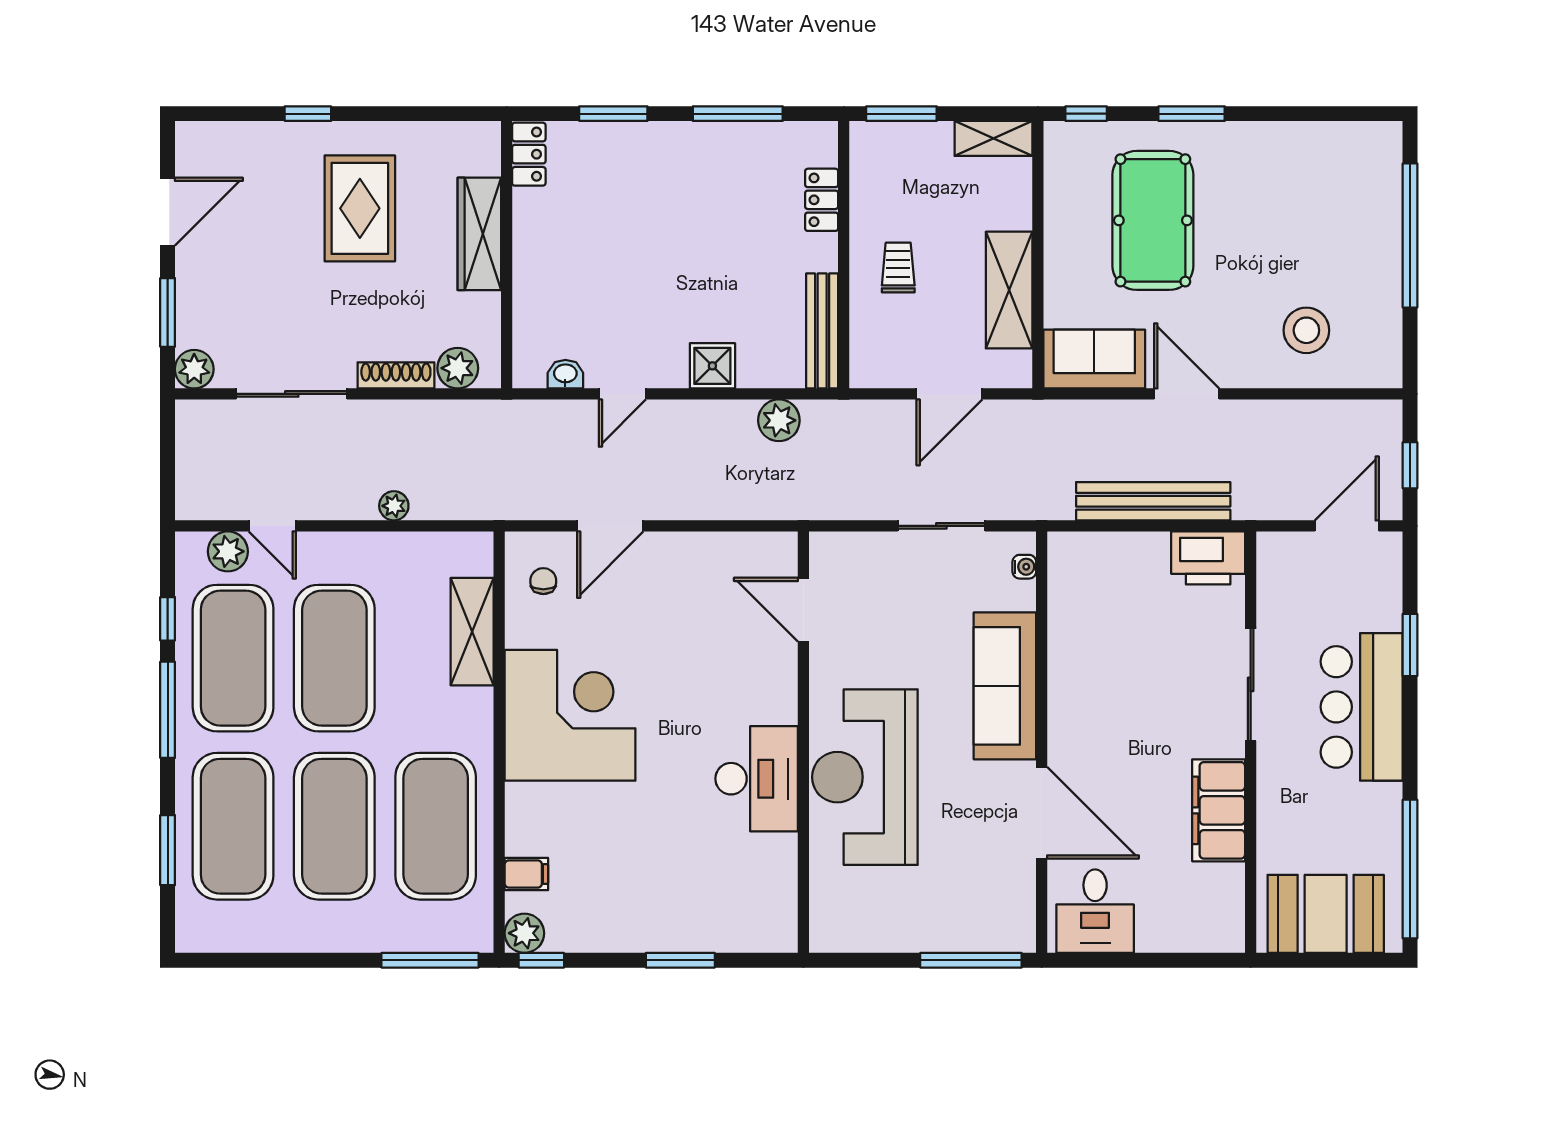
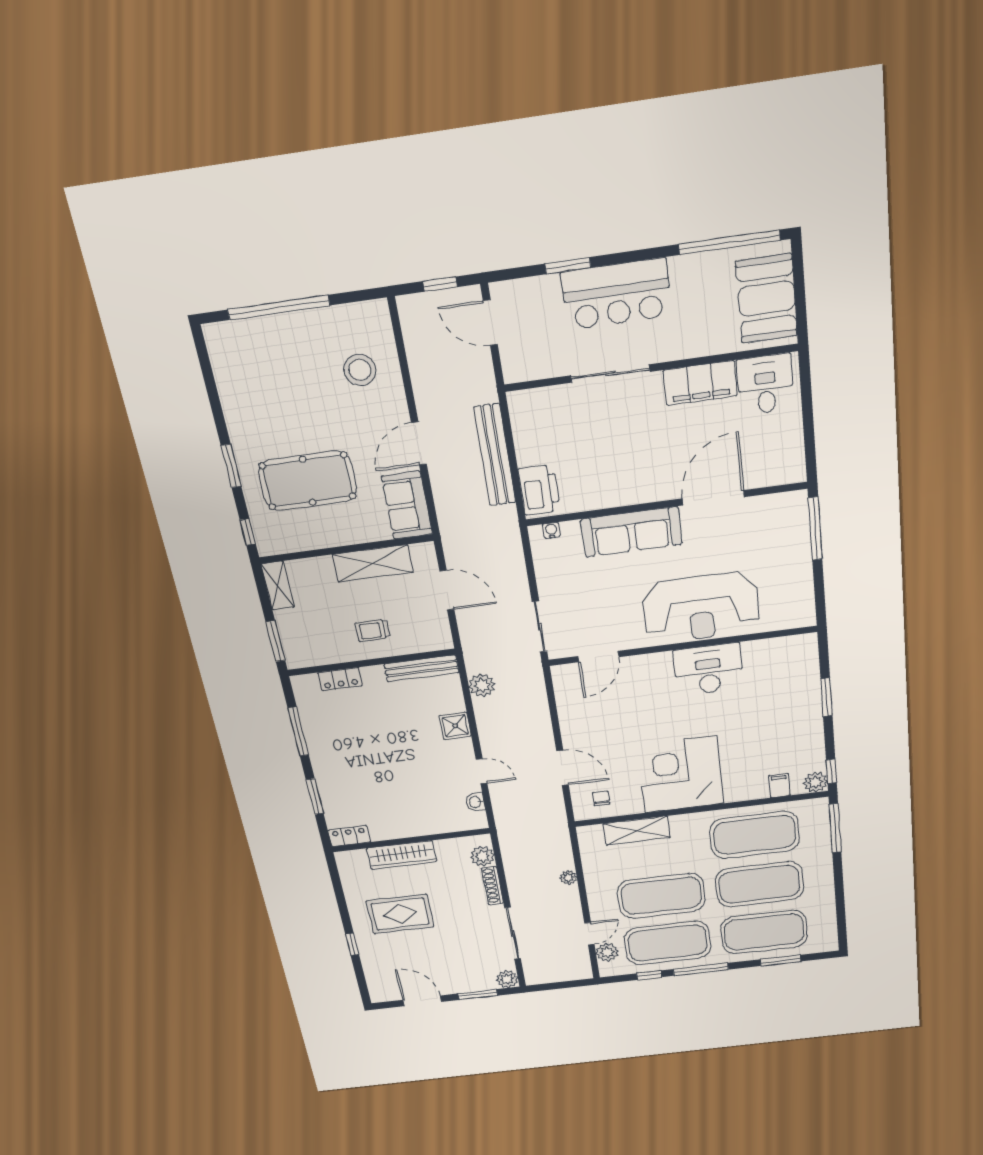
sliding door: (941, 526) -> (540, 627), moved
printer: (1208, 558) -> (539, 490), moved
chair: (543, 581) -> (601, 798), turned 90
desk: (1095, 911) -> (765, 384), moved, turned -90

